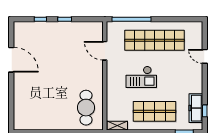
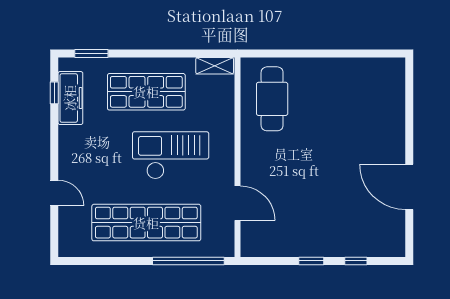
checkout: (141, 77) -> (171, 155), width x1.36, depth x1.21

